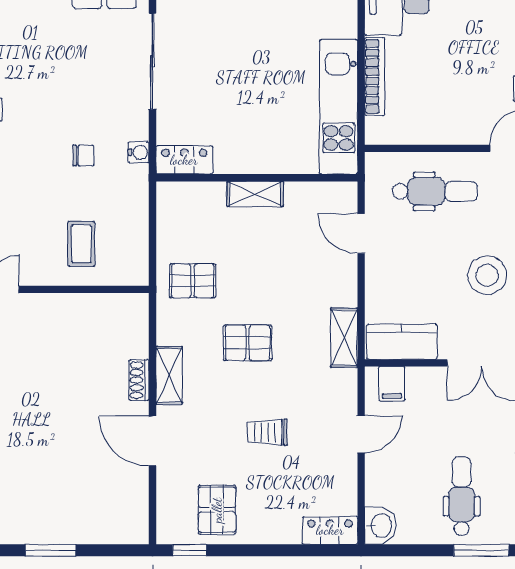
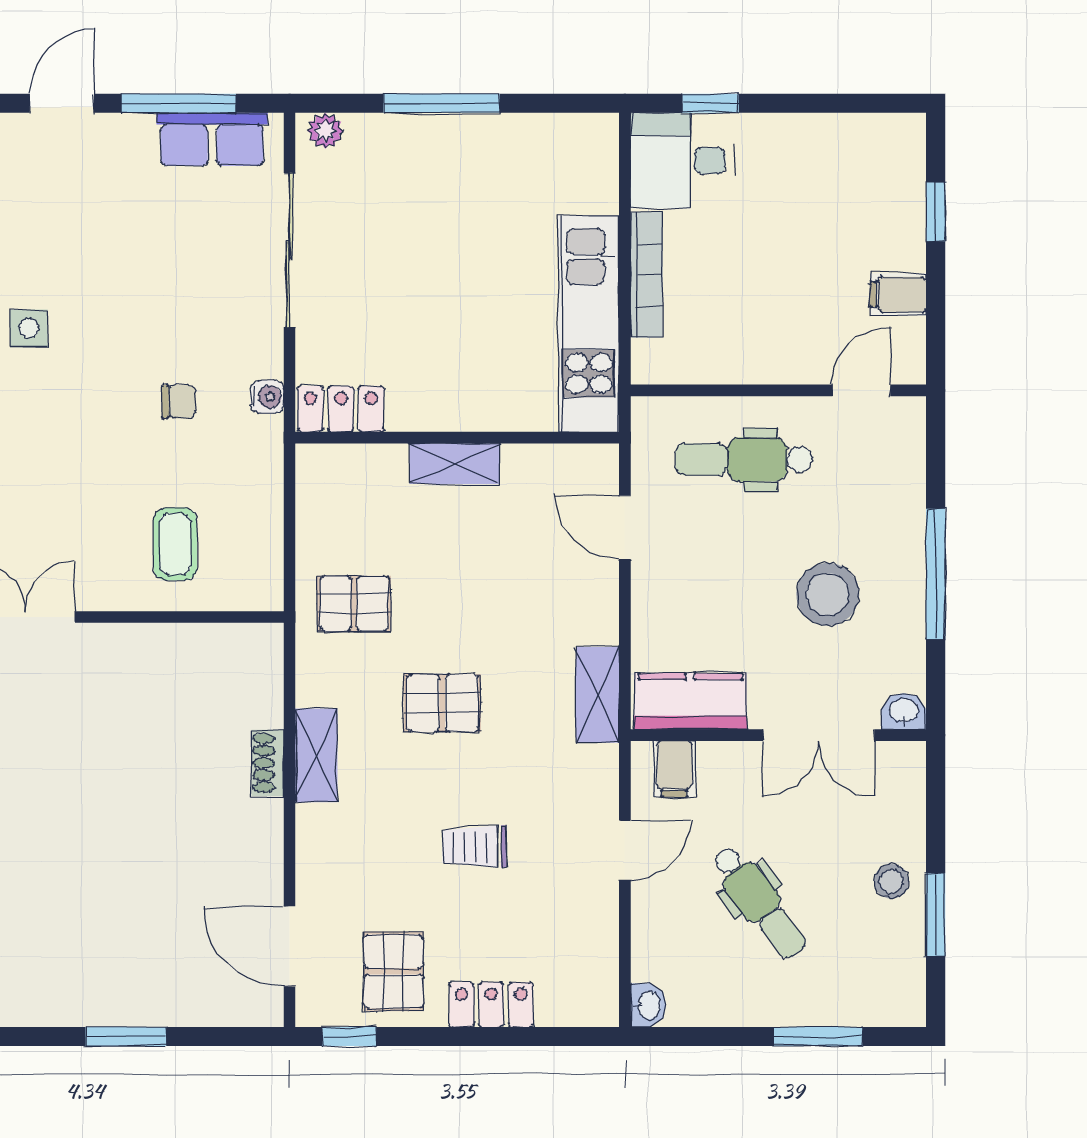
dental chair: (435, 191) -> (744, 459), turned 180
door: (152, 441) -> (290, 946), moved
dental chair: (462, 496) -> (759, 902), moved, turned 143
washbasin: (380, 526) -> (648, 1005), width x0.72, depth x0.69
locker: (330, 530) -> (491, 1005), moved

